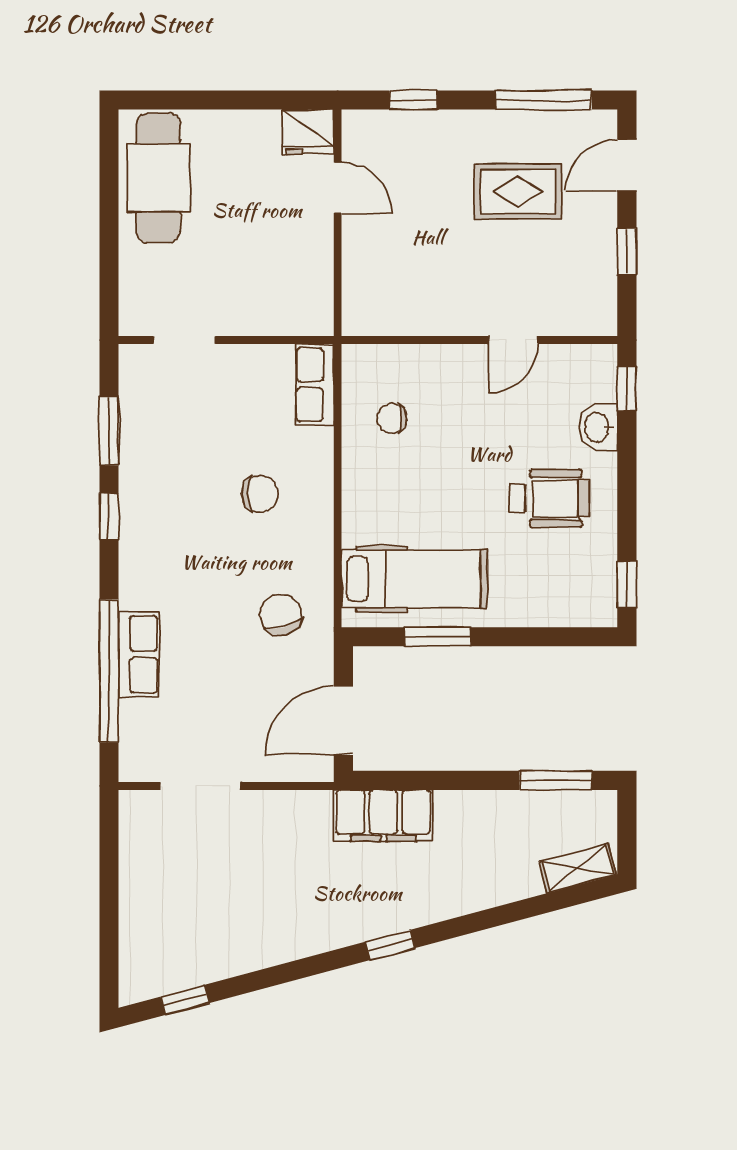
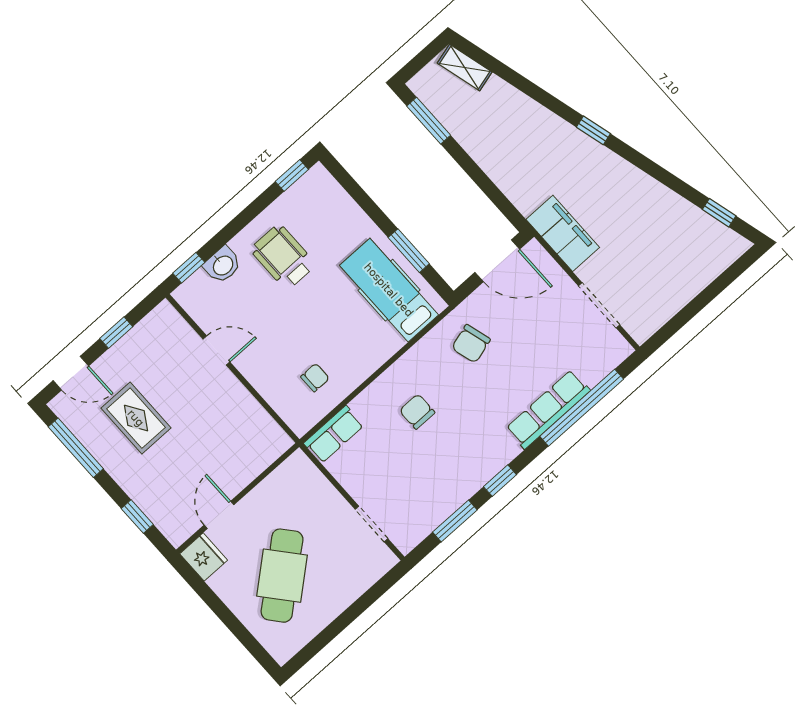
cafe table: (158, 178) -> (282, 576), moved, turned -40
chair: (392, 418) -> (315, 378), turned -90
row of seats: (139, 654) -> (548, 409), width x1.48
filing cabinet: (383, 815) -> (563, 233), moved

